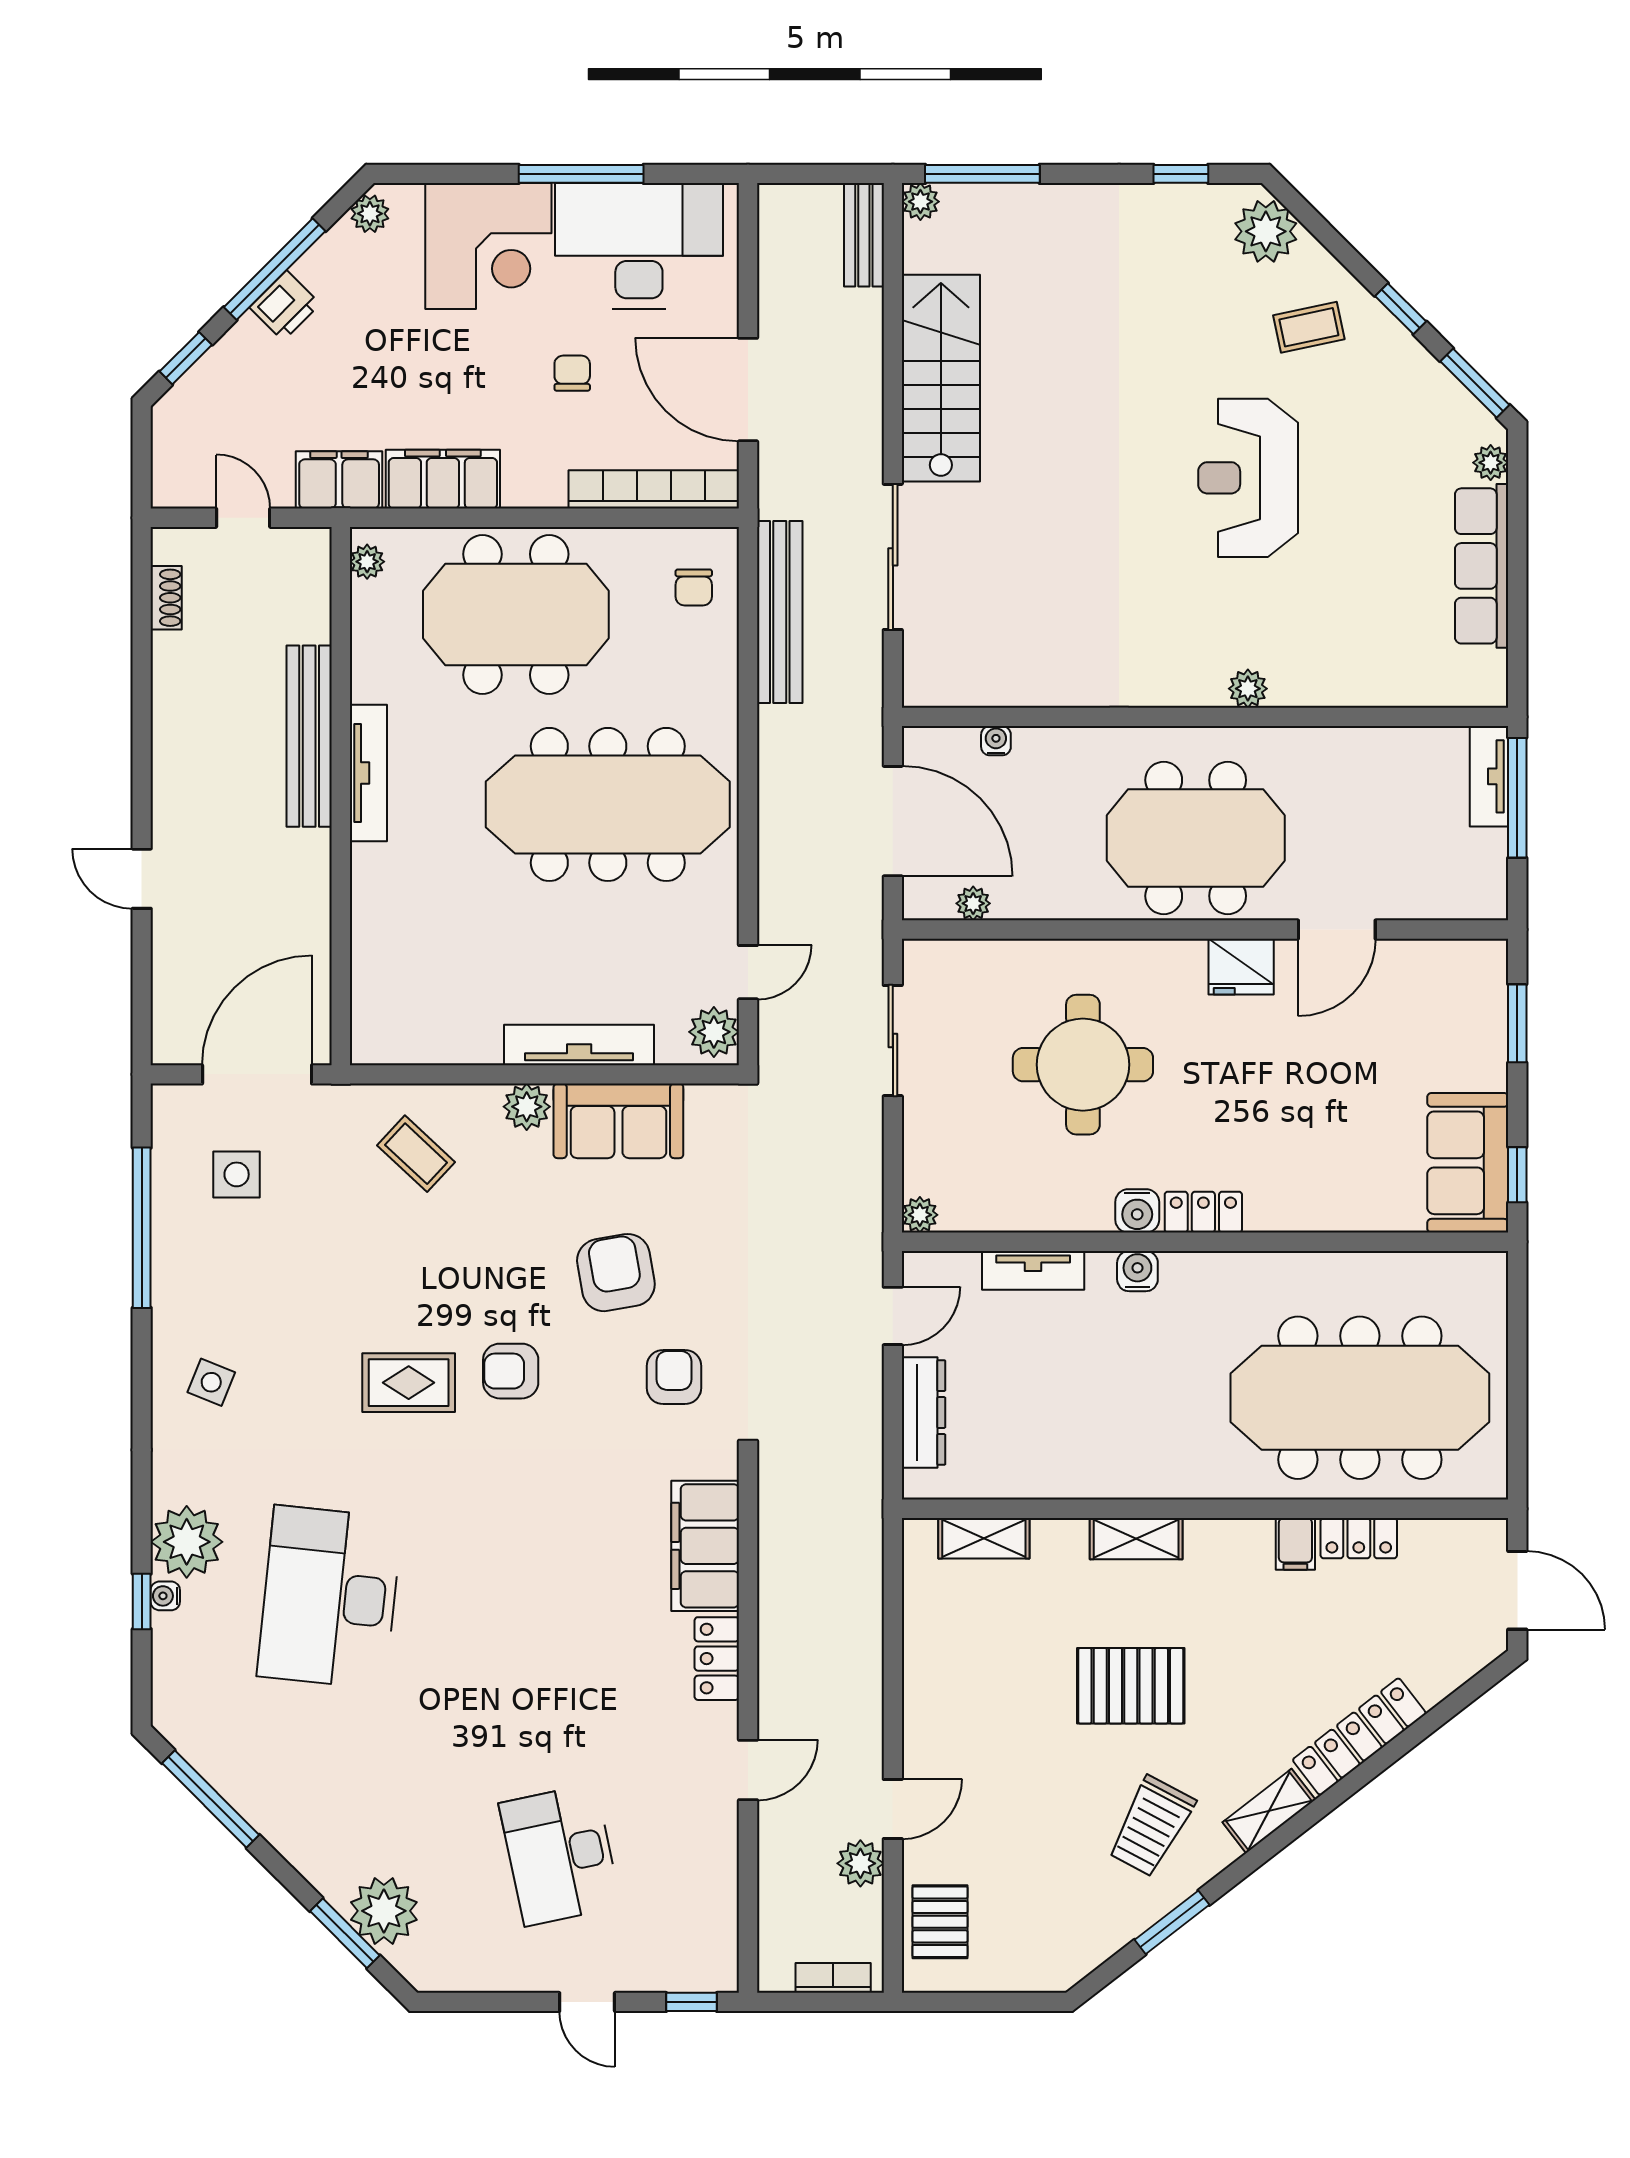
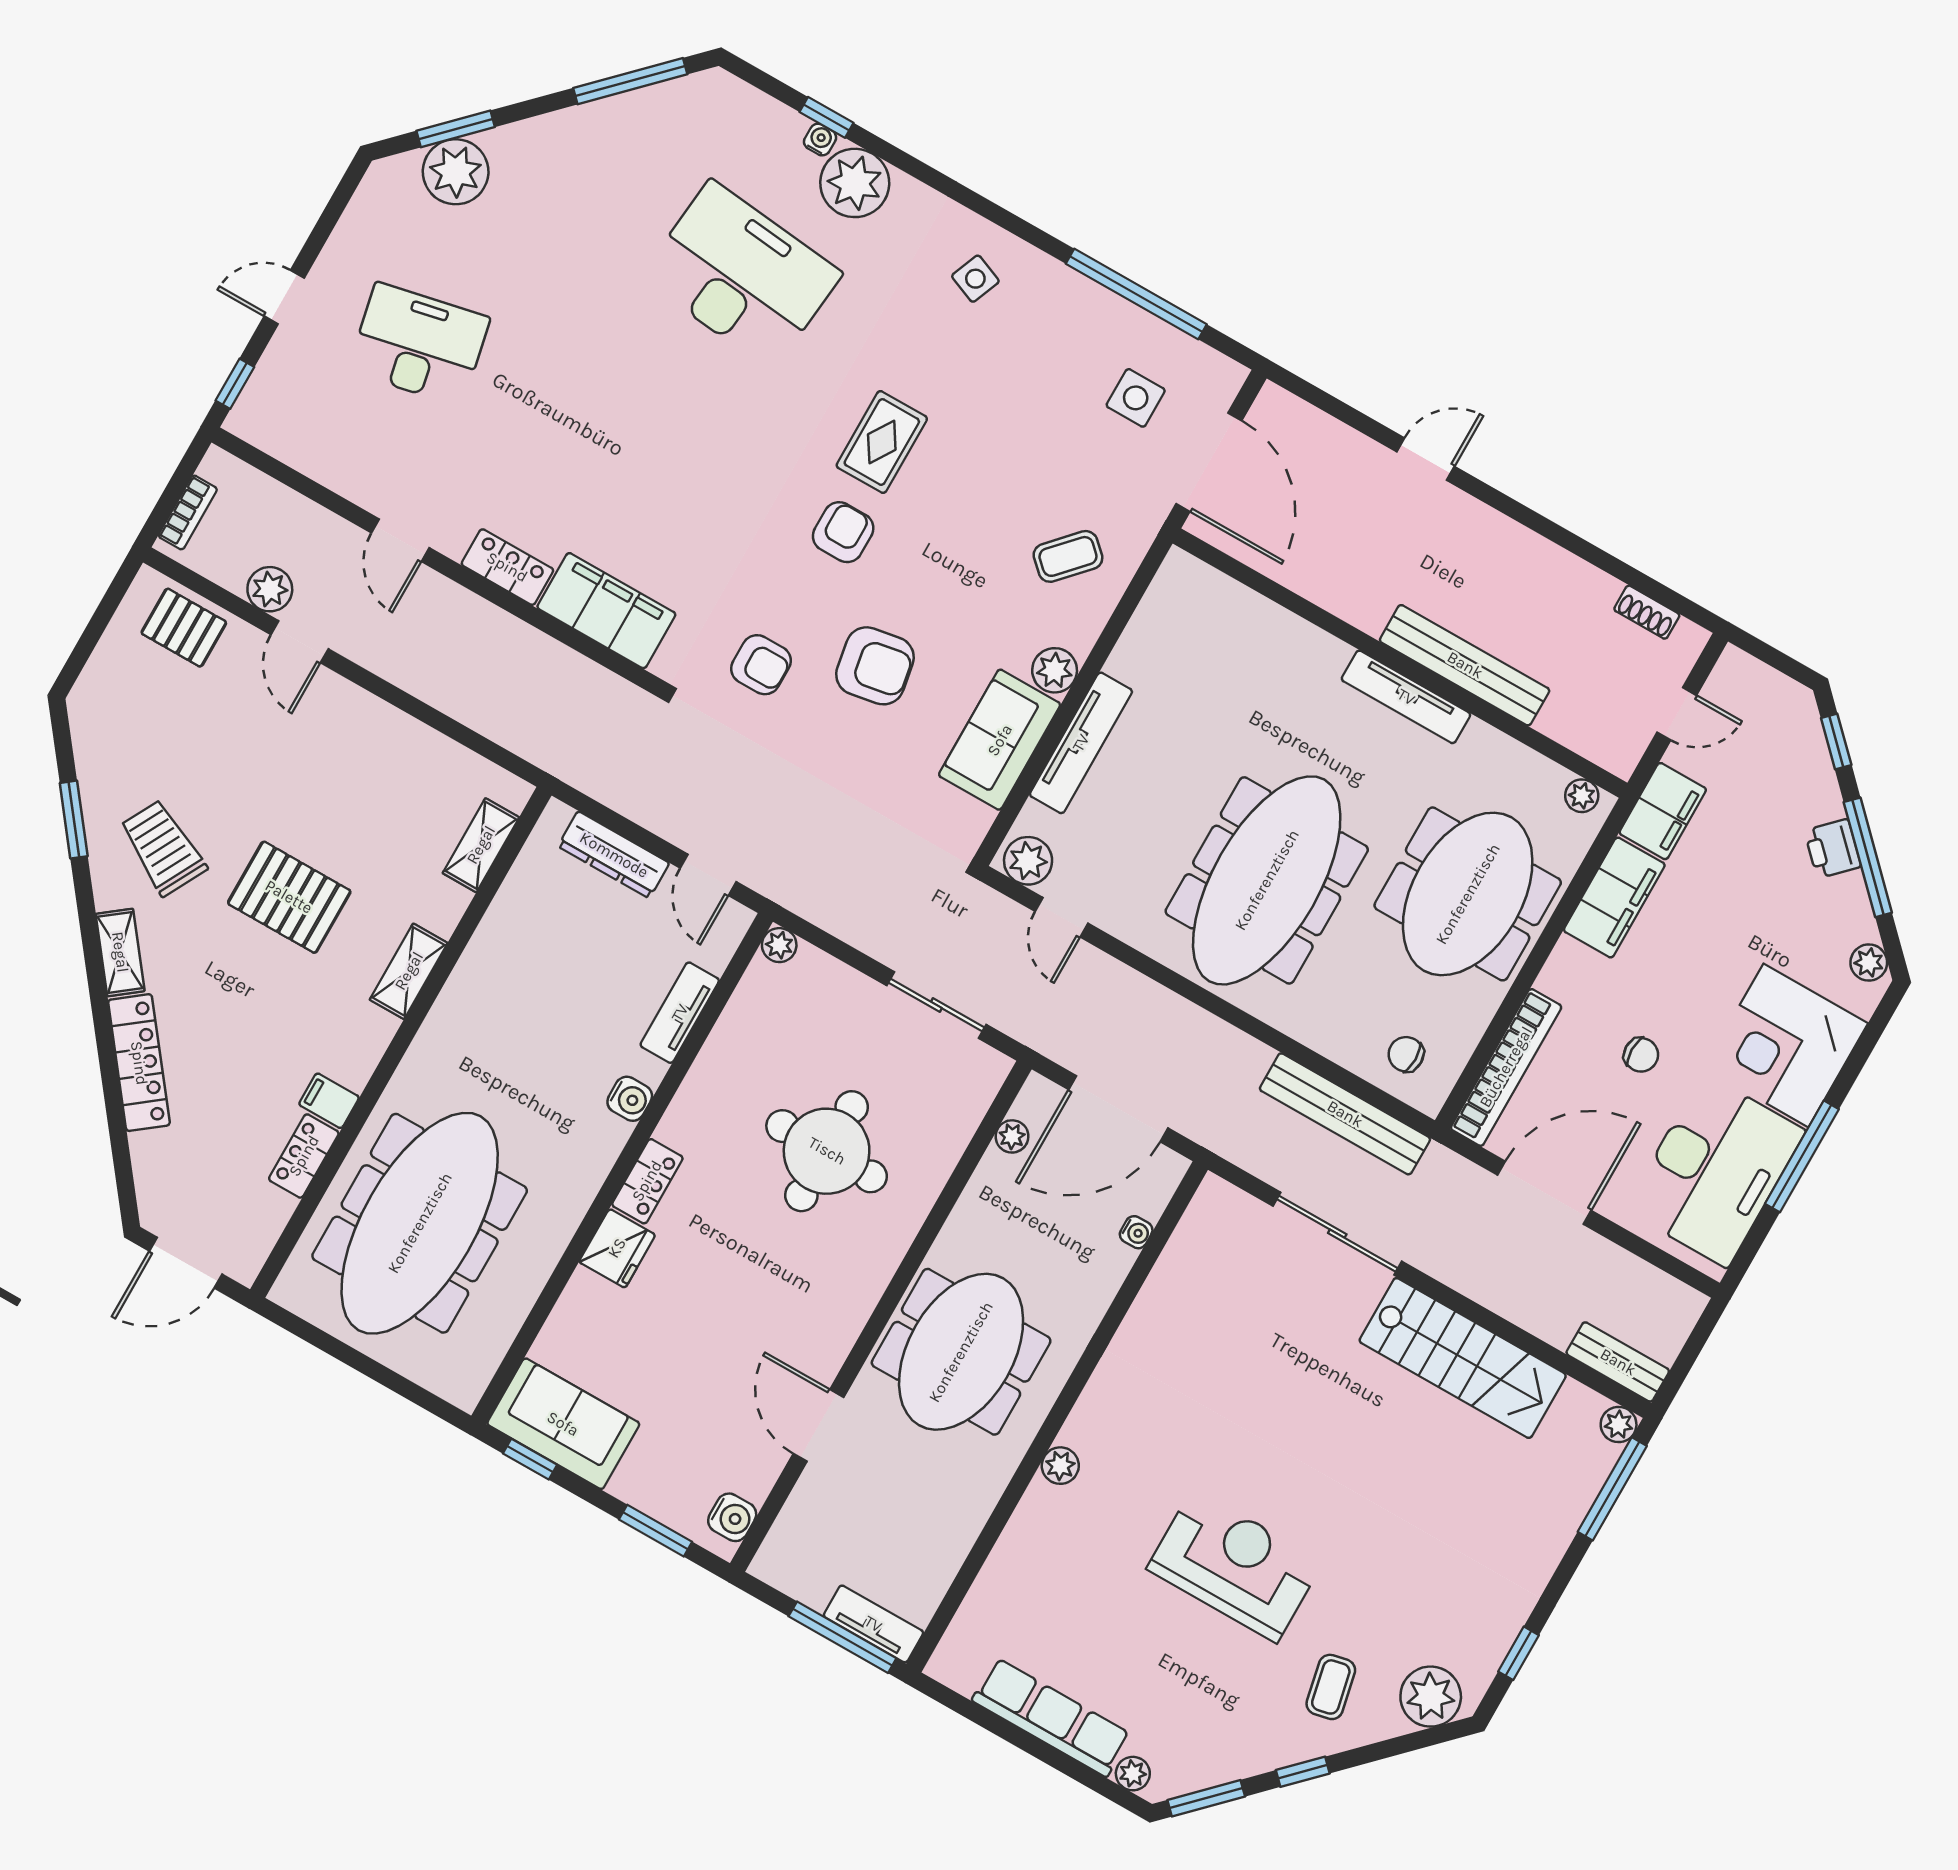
fridge: (1241, 967) -> (617, 1248), moved, turned 180
water cooler: (1137, 1211) -> (732, 1517), moved, turned 180
pallet: (1131, 1686) -> (289, 897), turned 90

